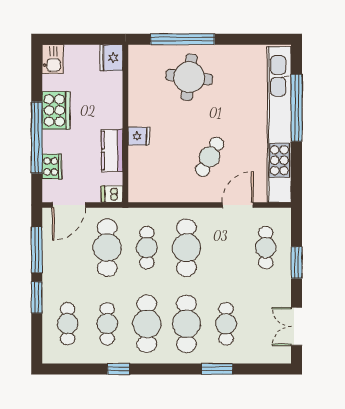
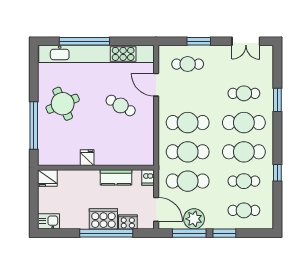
round table: (189, 77) -> (63, 104), moved, turned -30
cooker: (56, 110) -> (103, 219), moved
fridge: (139, 136) -> (87, 158), moved
cafe table: (147, 248) -> (188, 152), width x1.37, depth x1.35
plant: (56, 256) -> (194, 219), added

